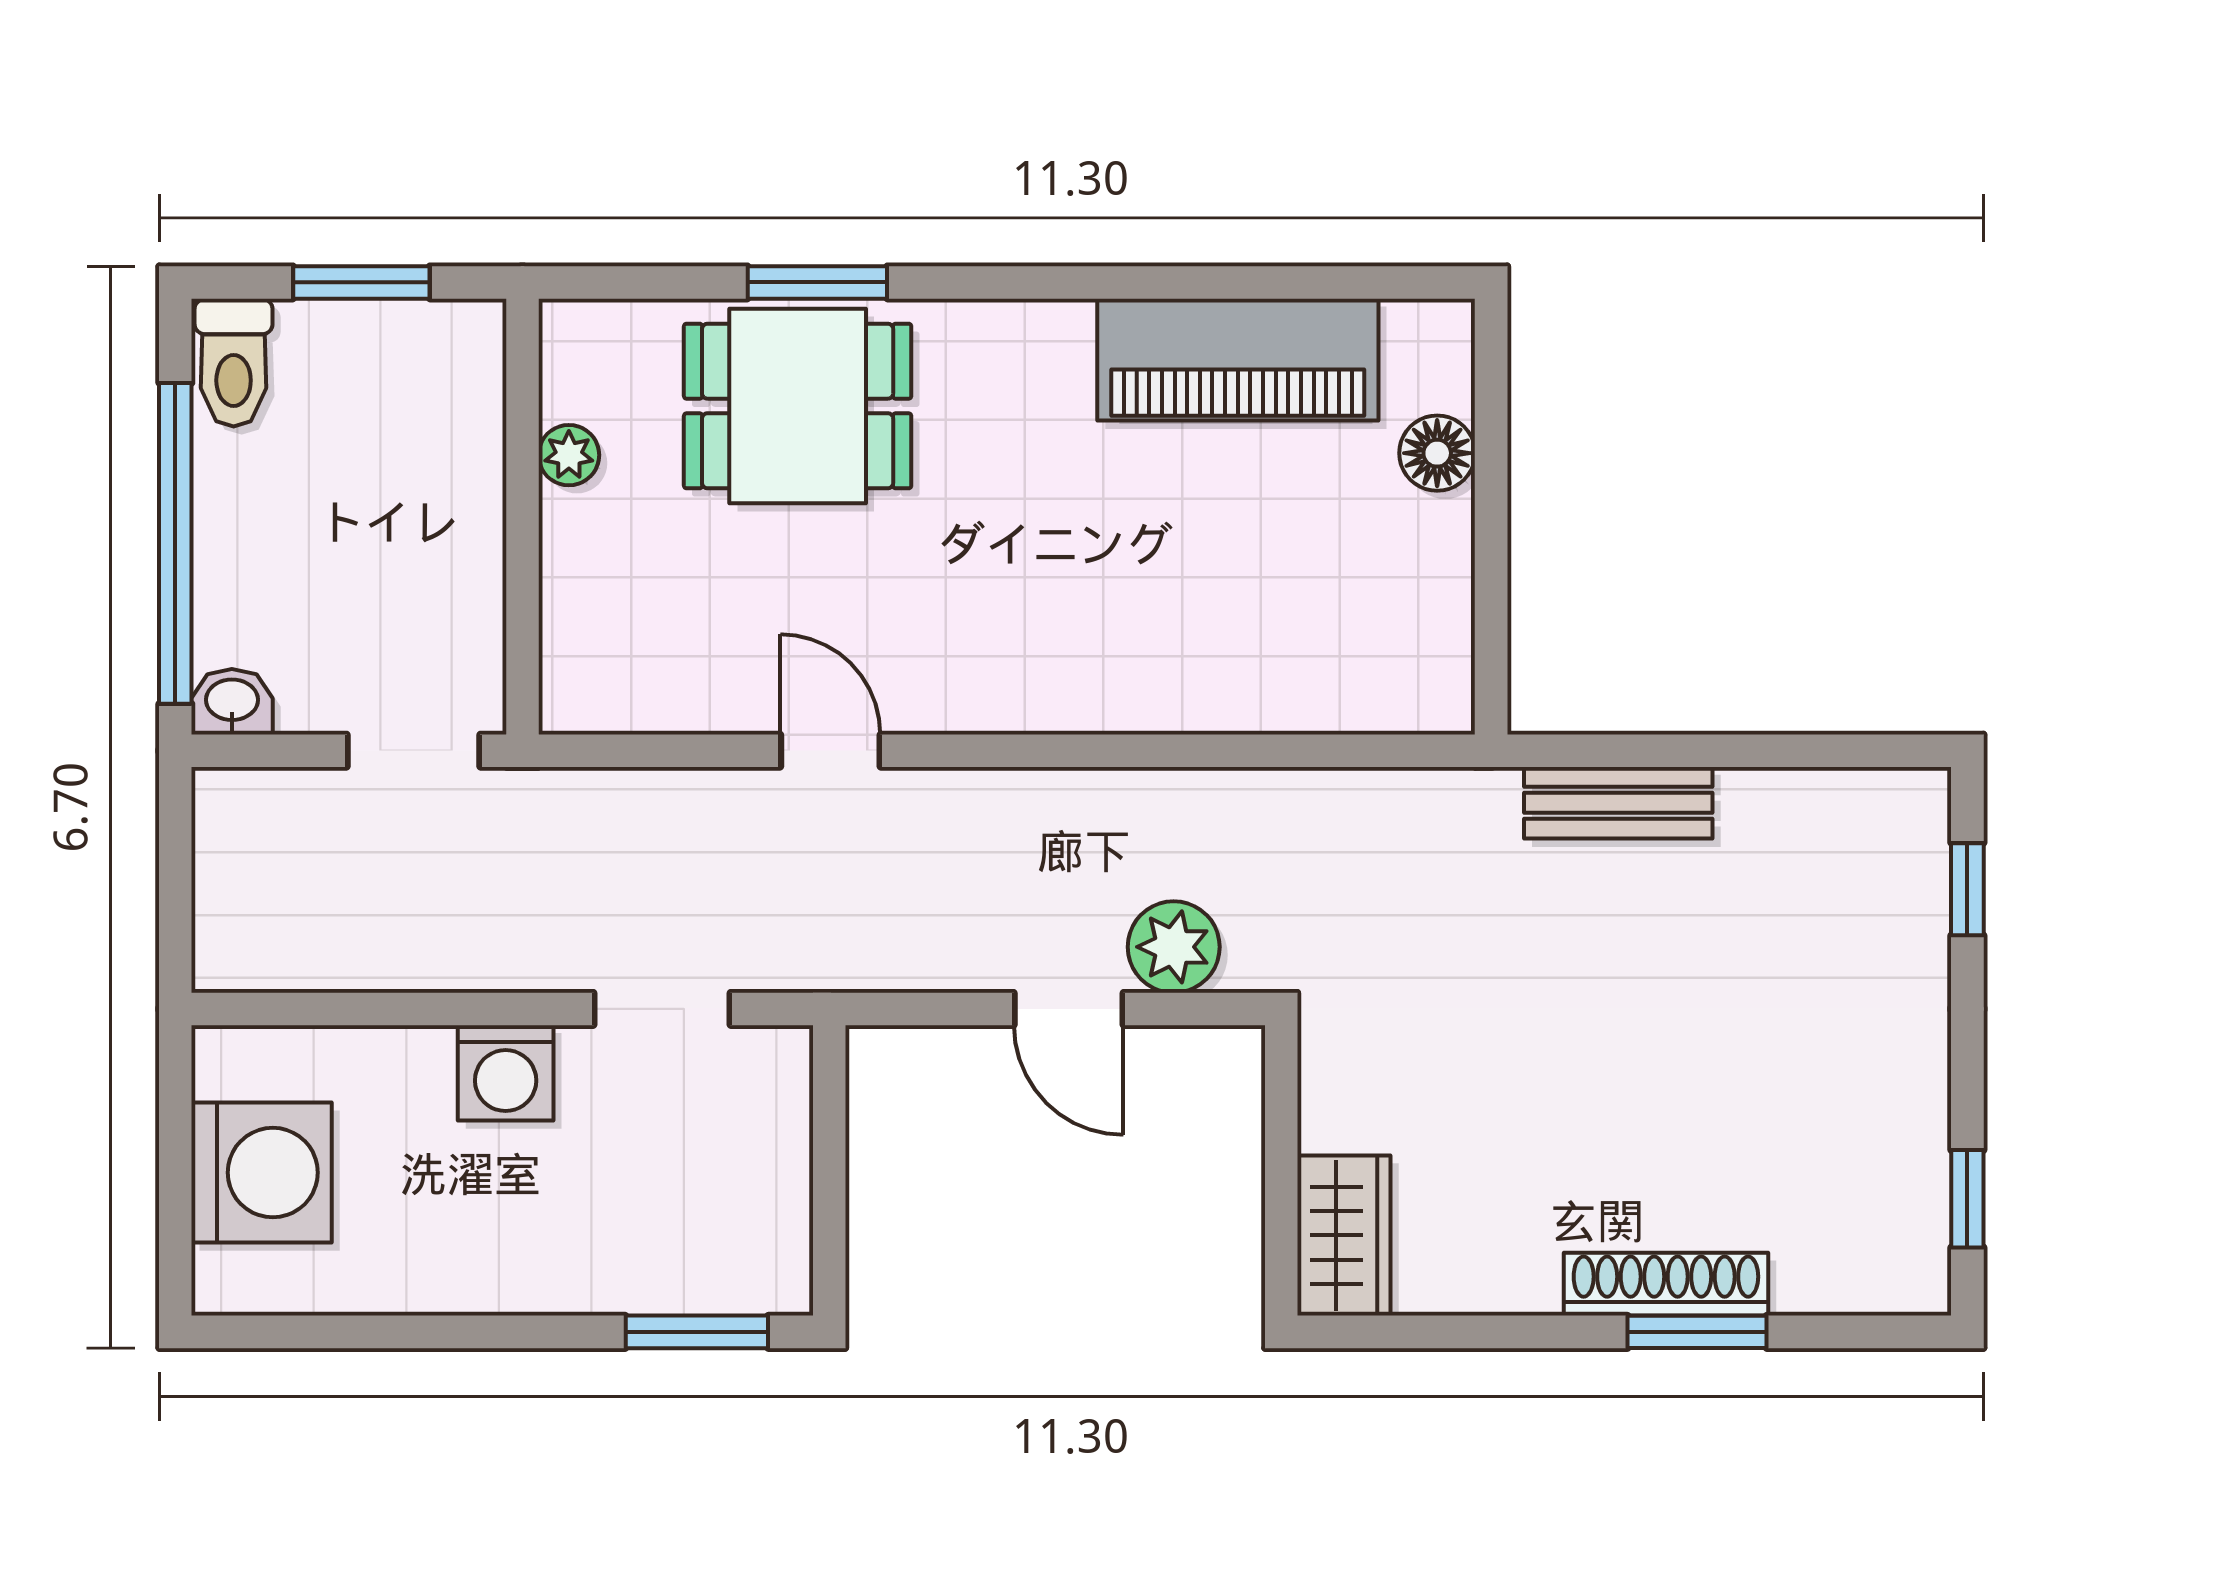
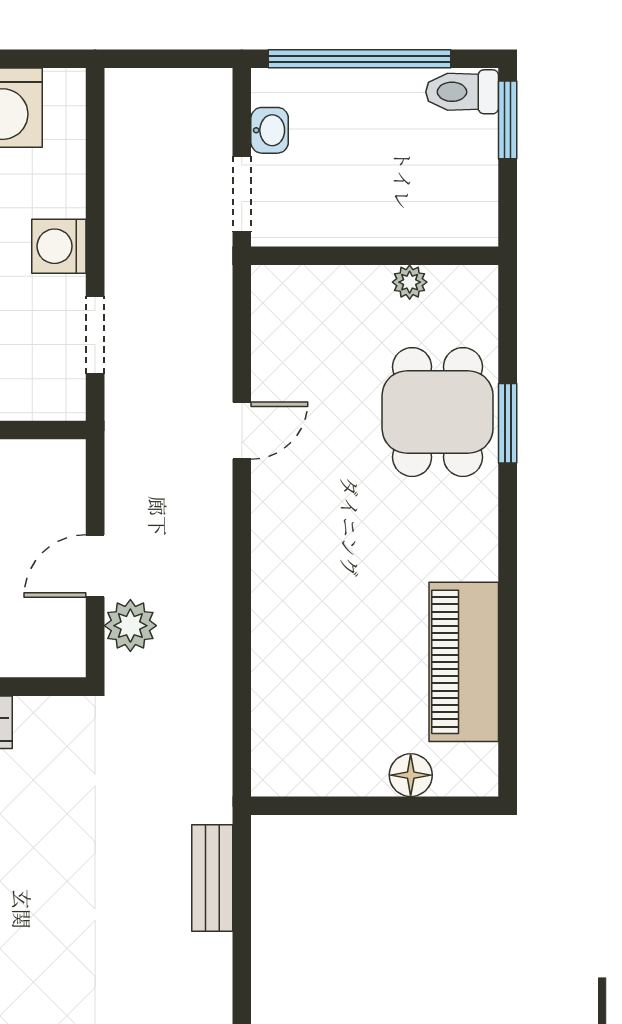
window: (361, 282) -> (508, 120), moved
washbasin: (232, 702) -> (270, 130), moved

